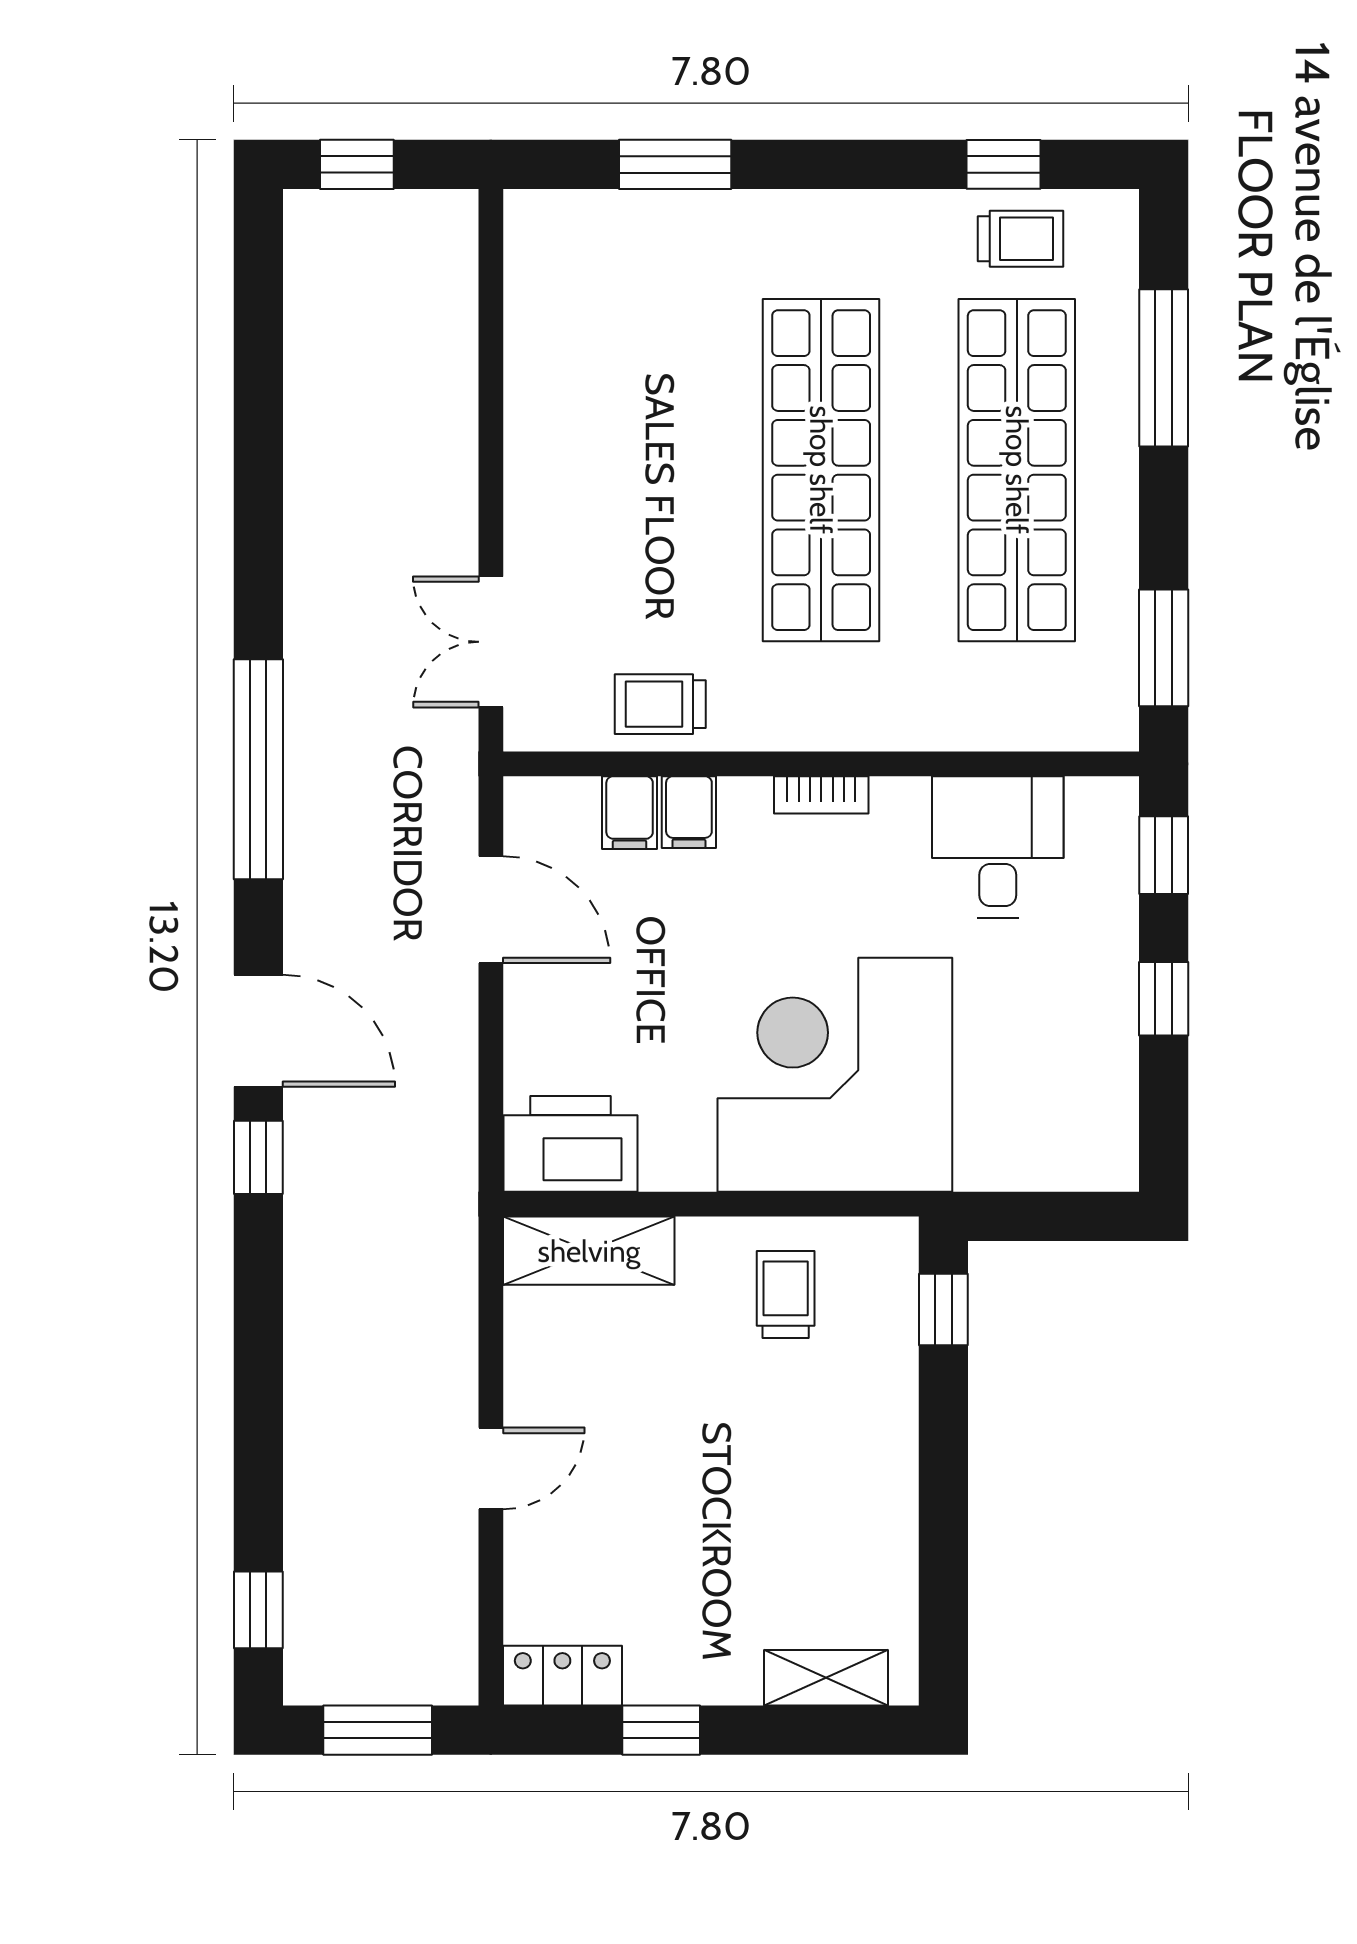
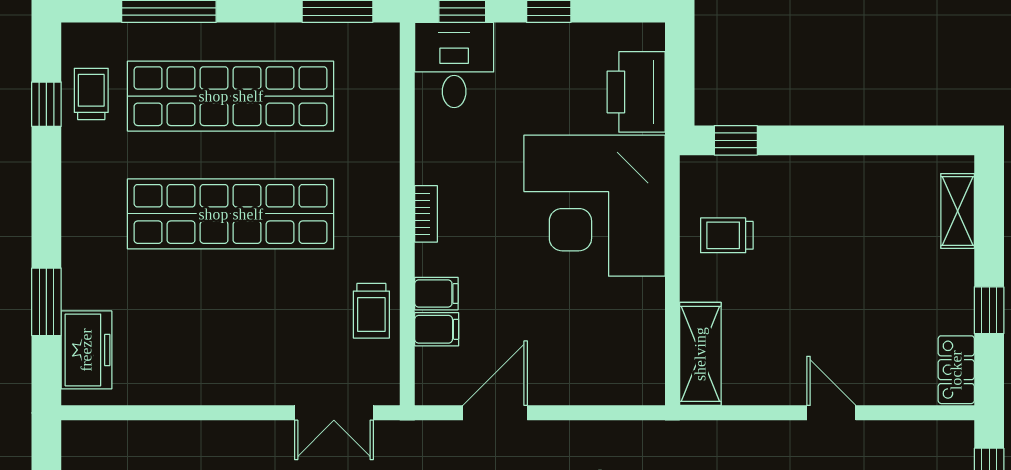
freezer: (595, 231) -> (86, 350), added
desk: (998, 847) -> (454, 65), moved, turned 90
printer: (570, 1144) -> (636, 92), moved

